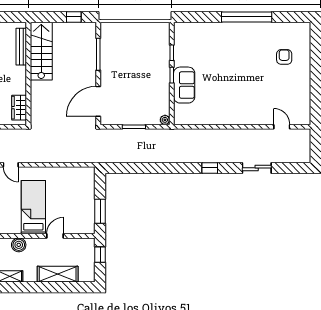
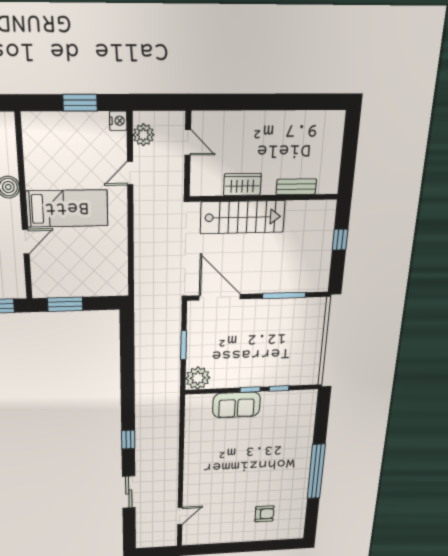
window: (74, 17) -> (340, 240), moved
bench: (21, 47) -> (296, 187), width x0.73
stairs: (41, 51) -> (243, 217), moved
wardrobe: (19, 108) -> (242, 184), moved
plant: (165, 120) -> (198, 378), width x1.87, depth x1.87
door: (55, 236) -> (26, 242), hinge flipped

